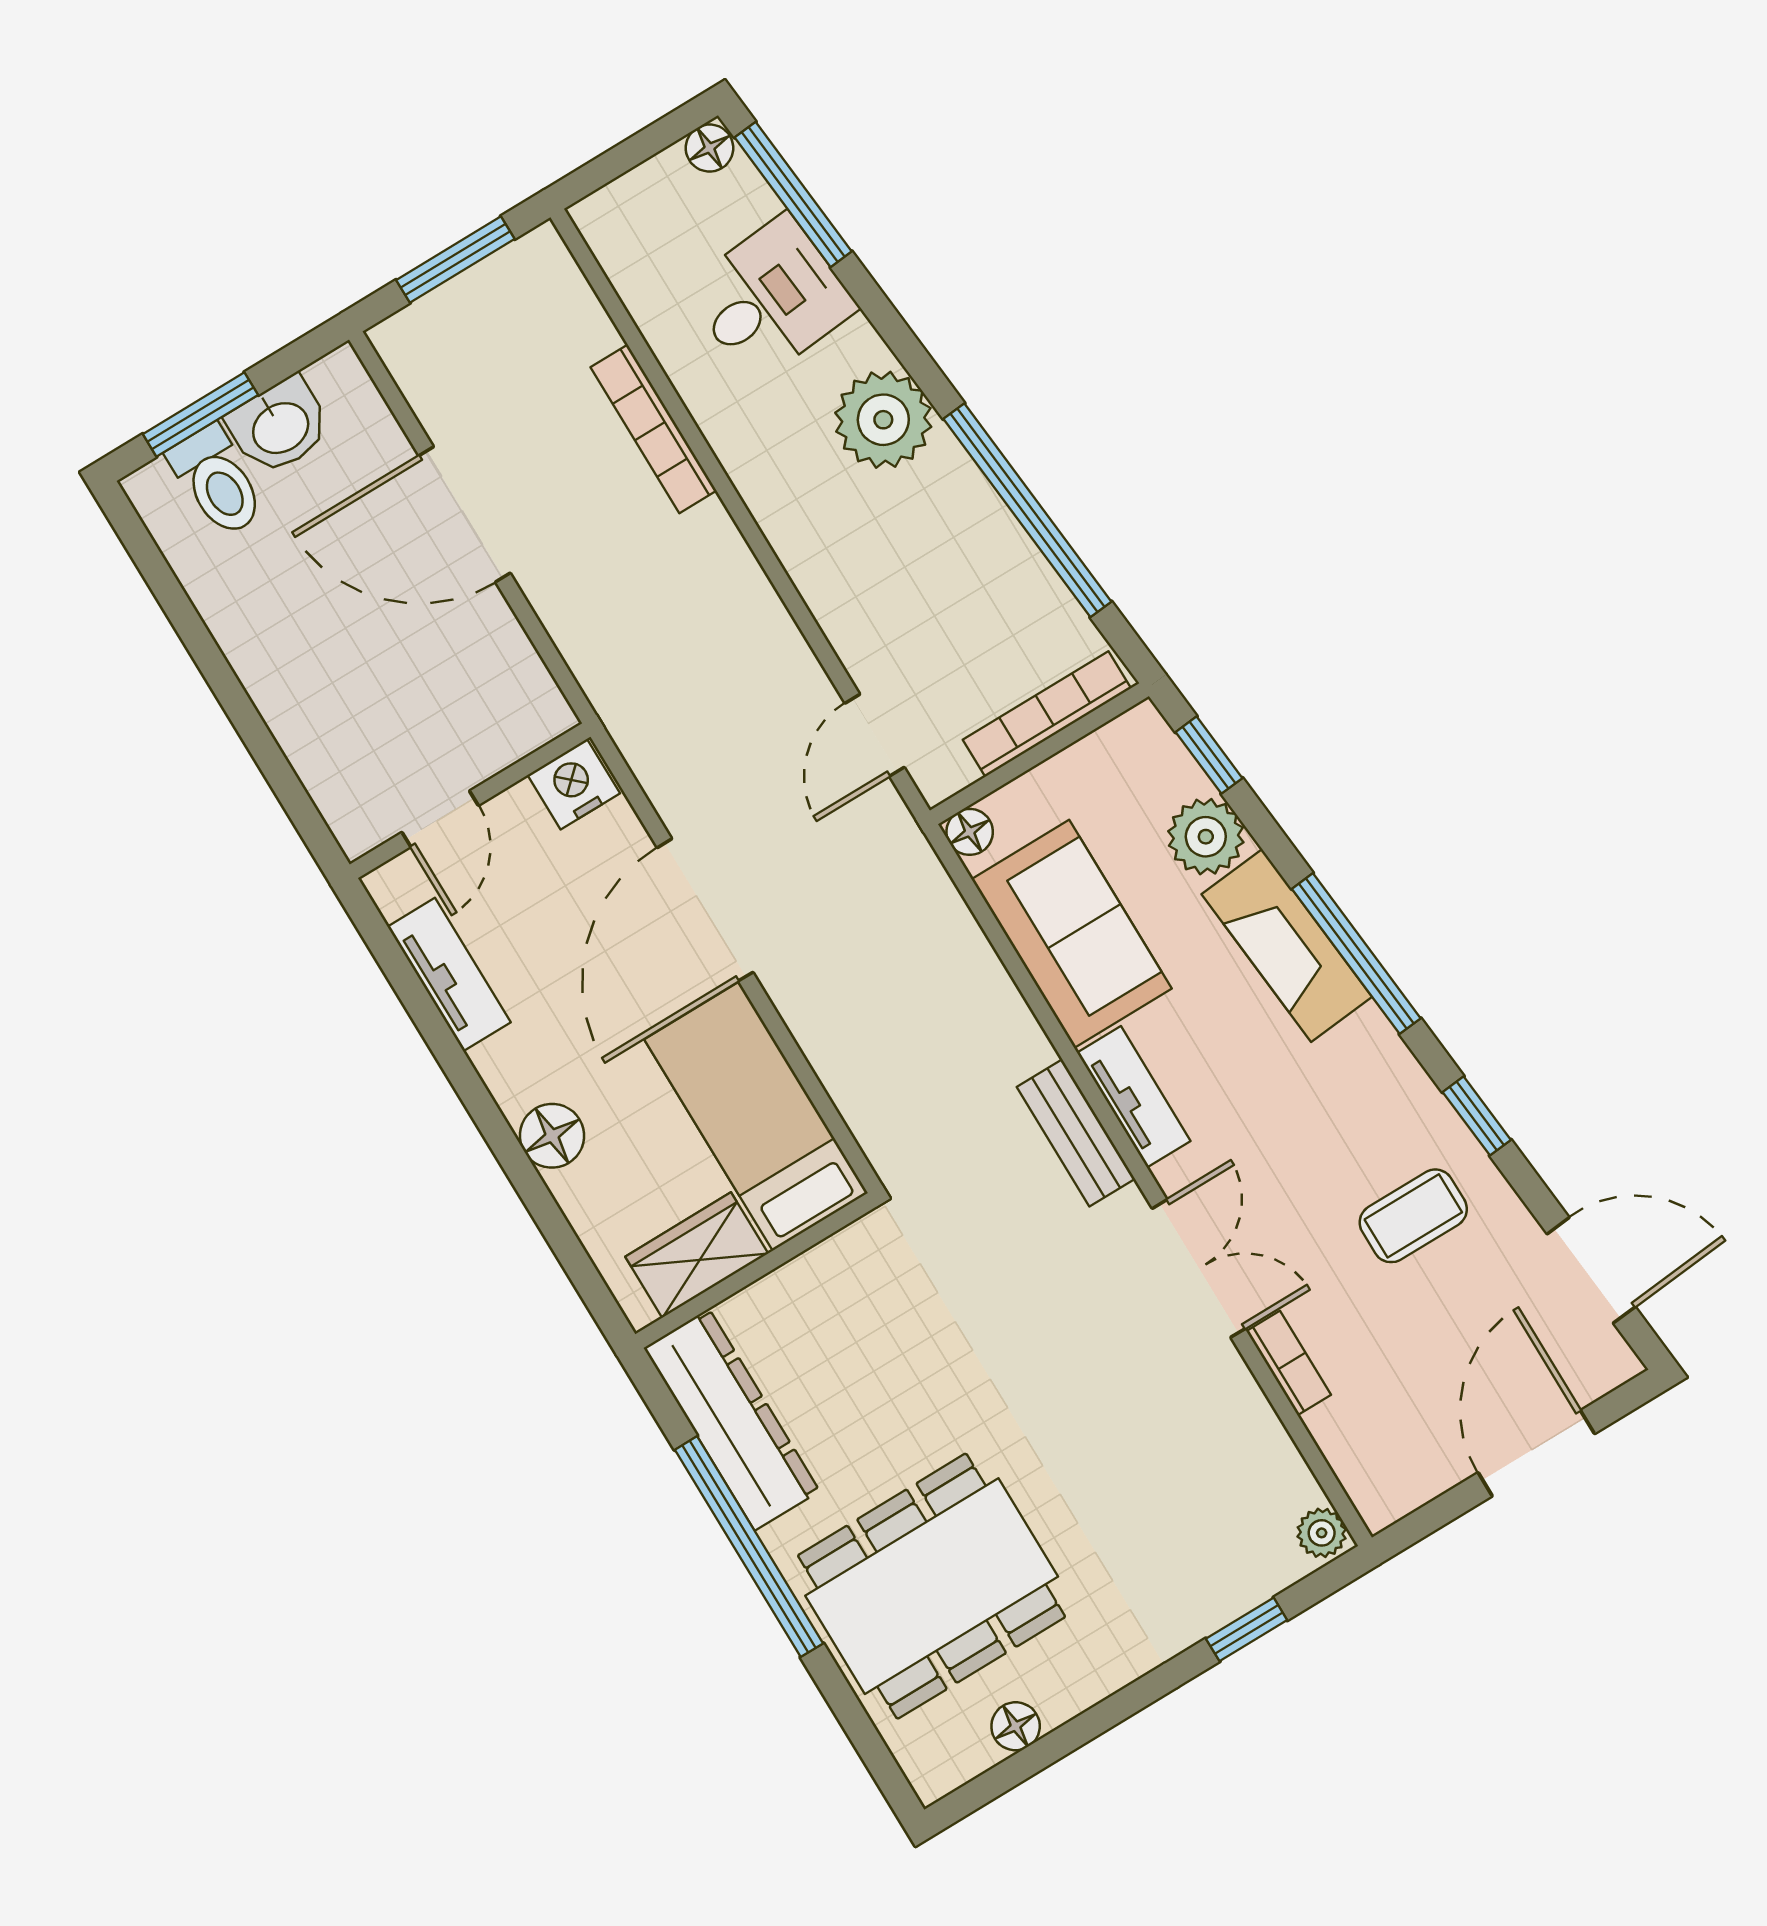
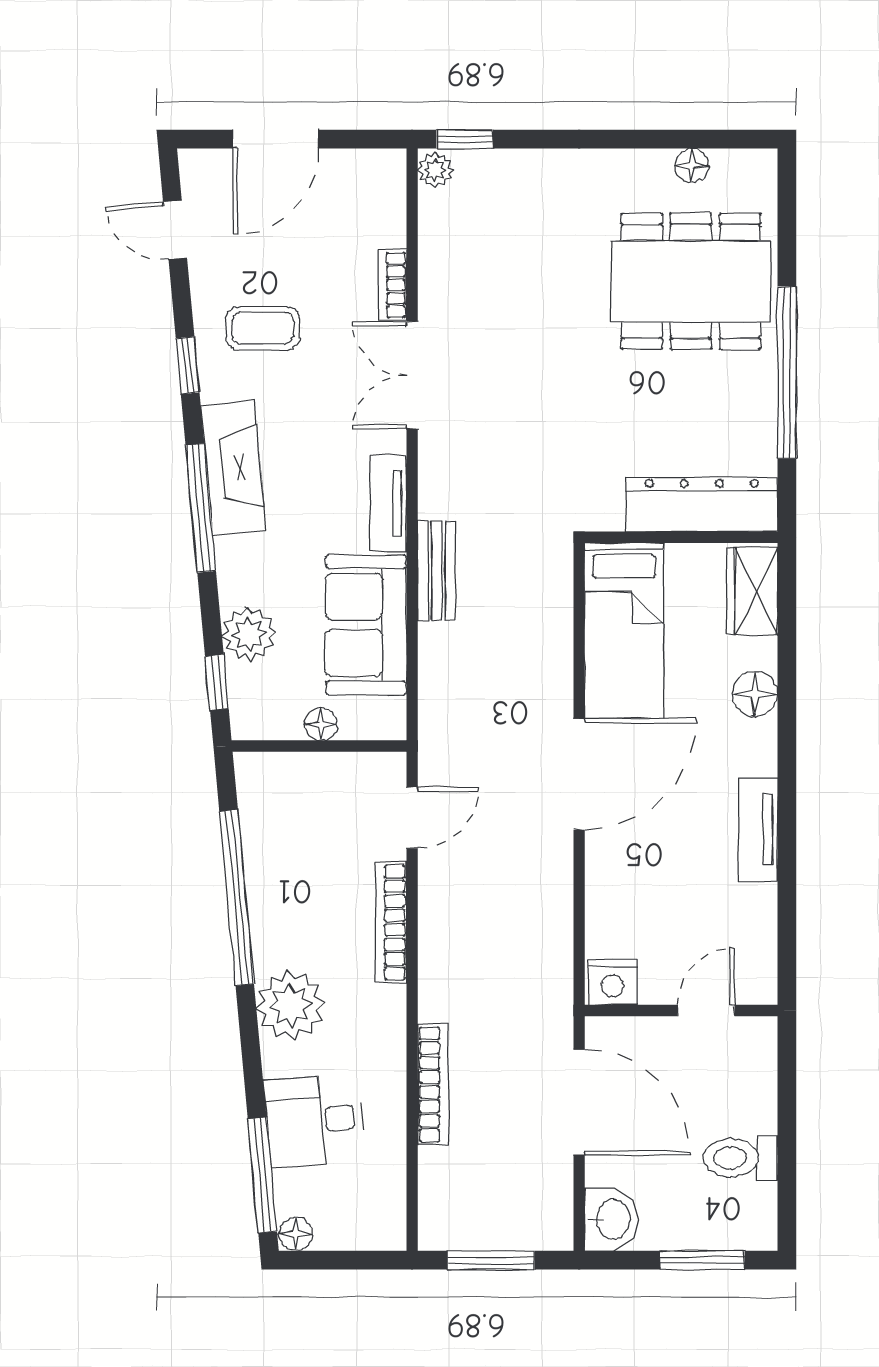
washbasin: (279, 426) -> (612, 1219), moved, turned 90
toilet: (217, 481) -> (740, 1158), moved, turned -90
bookcase: (1047, 714) -> (391, 923), moved, turned 90
nightstand: (574, 784) -> (612, 982), moved
wall: (470, 801) -> (681, 1010), moved
door: (440, 819) -> (706, 1010), moved
floor lamp: (970, 832) -> (321, 724), moved
fireplace: (1287, 946) -> (233, 468), moved
bench: (1076, 1133) -> (437, 571), moved
wardrobe: (697, 1255) -> (752, 591), moved, turned 90
door: (1591, 1270) -> (175, 230), width x0.73
dresser: (732, 1420) -> (702, 505), moved, turned 90
window: (1247, 1629) -> (465, 139), moved

